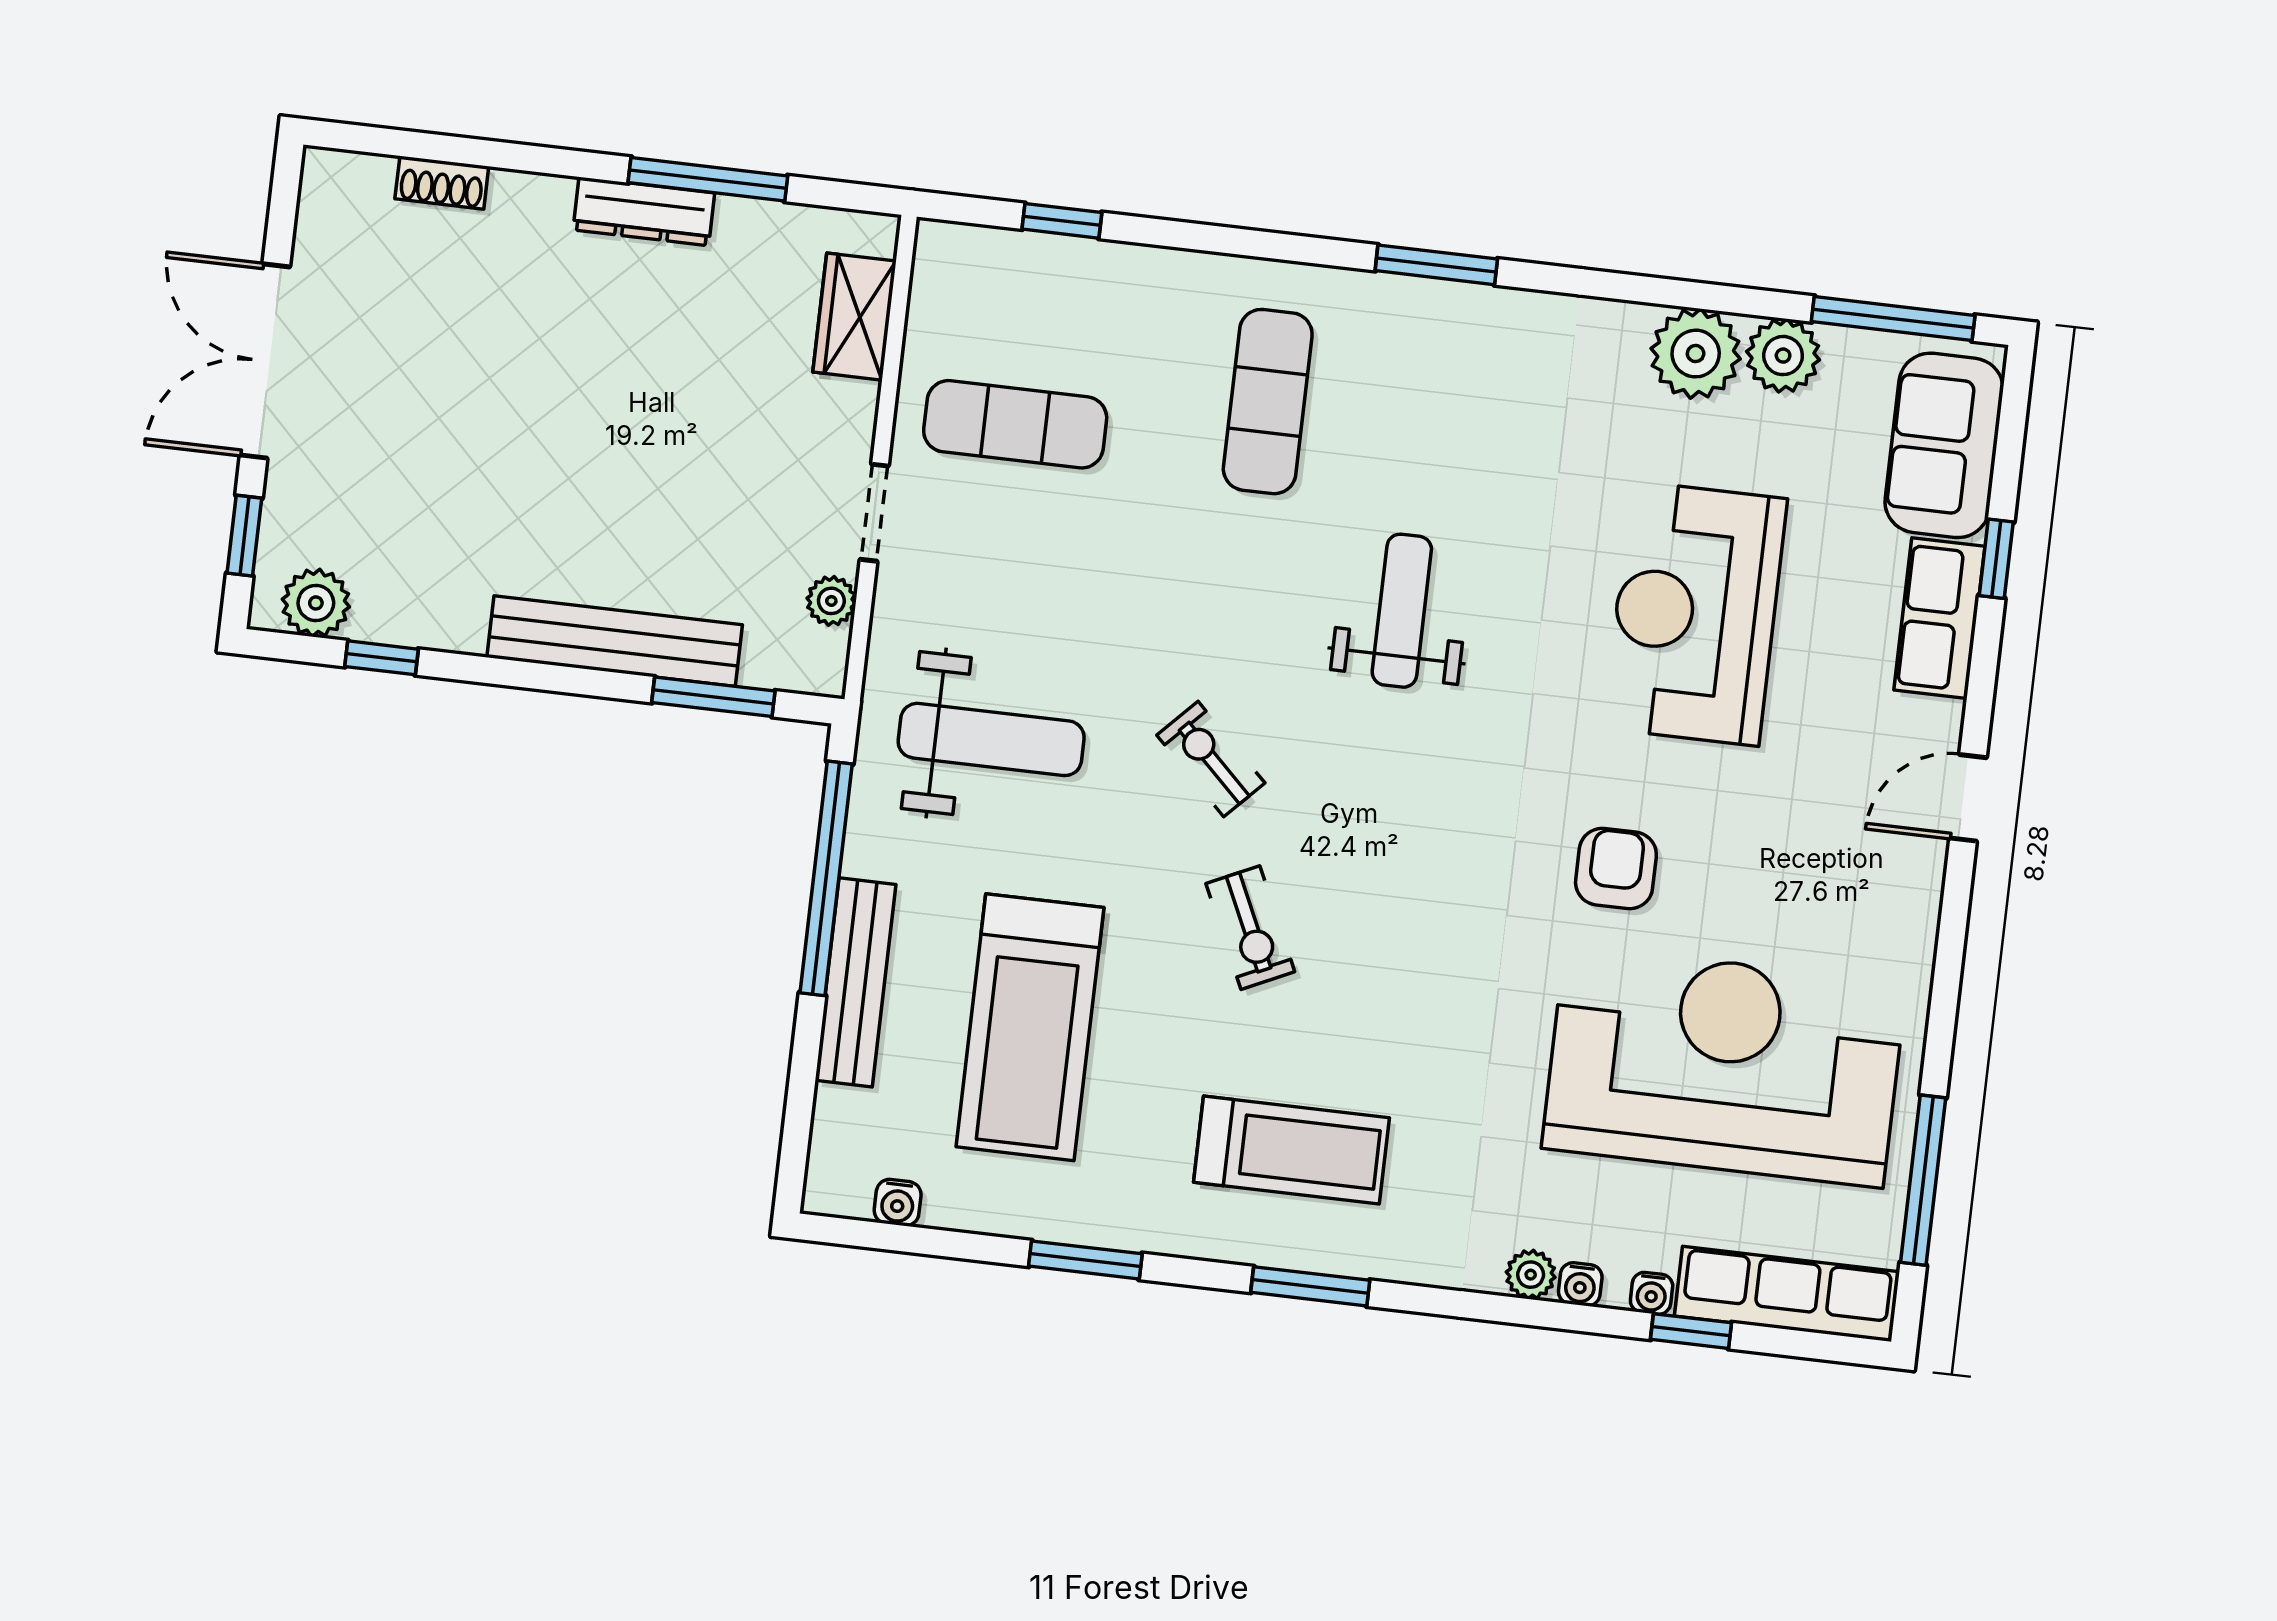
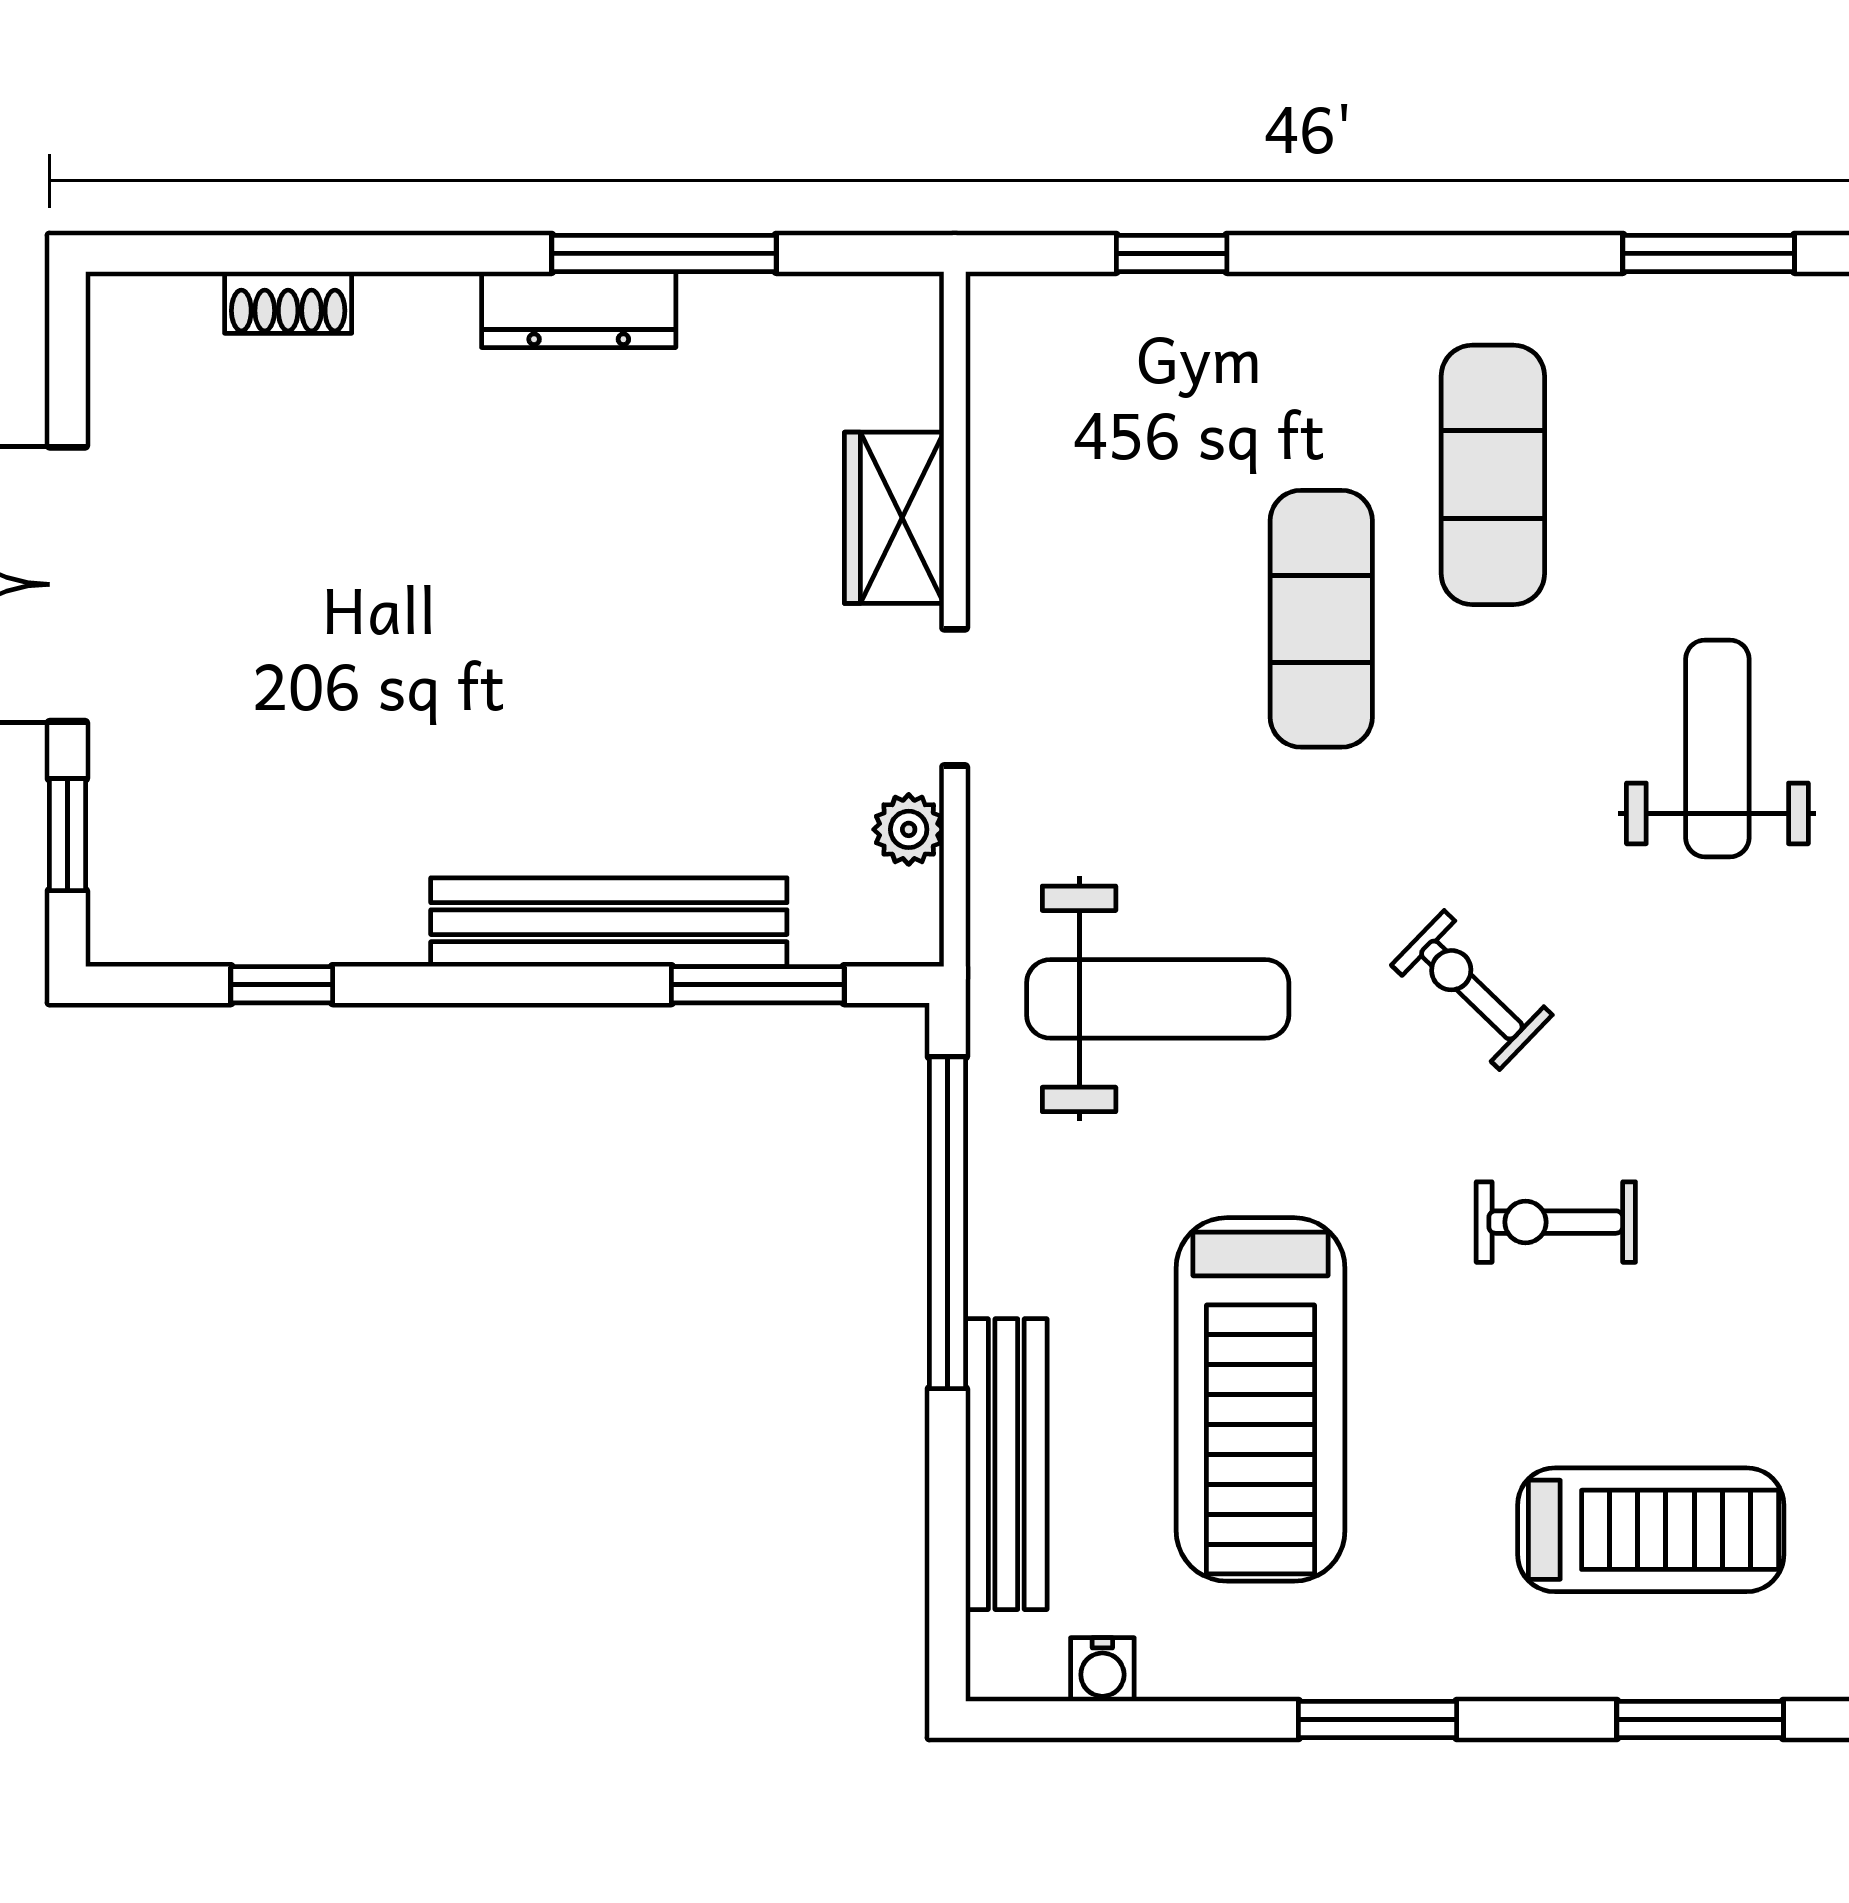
wardrobe: (854, 317) -> (894, 518), moved
exercise mat: (1015, 424) -> (1321, 619), moved, turned 90
plant: (316, 603) -> (180, 918), removed
exercise bike: (1250, 928) -> (1556, 1222), turned 115
bench: (856, 982) -> (1006, 1464), moved

